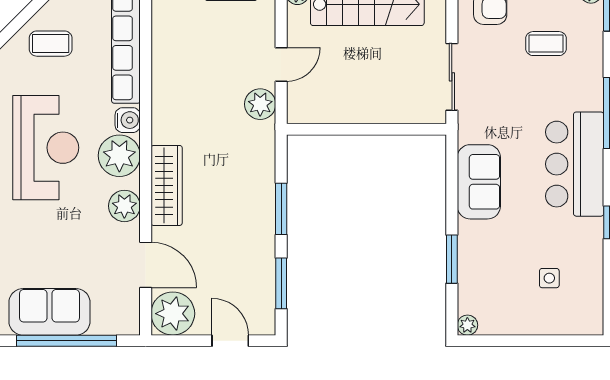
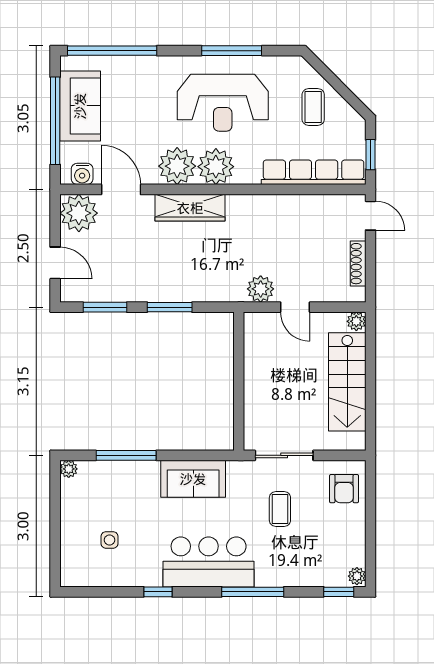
coffee table: (546, 44) -> (280, 509), moved
water cooler: (128, 120) -> (82, 174), moved
plant: (124, 206) -> (177, 166), width x1.36, depth x1.36
window: (452, 259) -> (126, 455), width x1.44
door: (146, 265) -> (121, 189), swing flipped
door: (230, 341) -> (55, 263), hinge flipped

